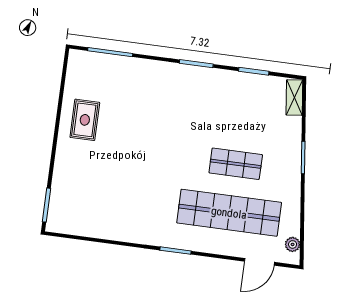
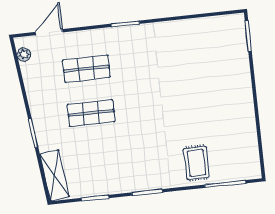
shelving: (294, 98) -> (54, 175), width x1.50, depth x1.33
rug: (85, 120) -> (196, 163), moved
shop shelf: (229, 213) -> (86, 69), width x0.50, depth x0.74

